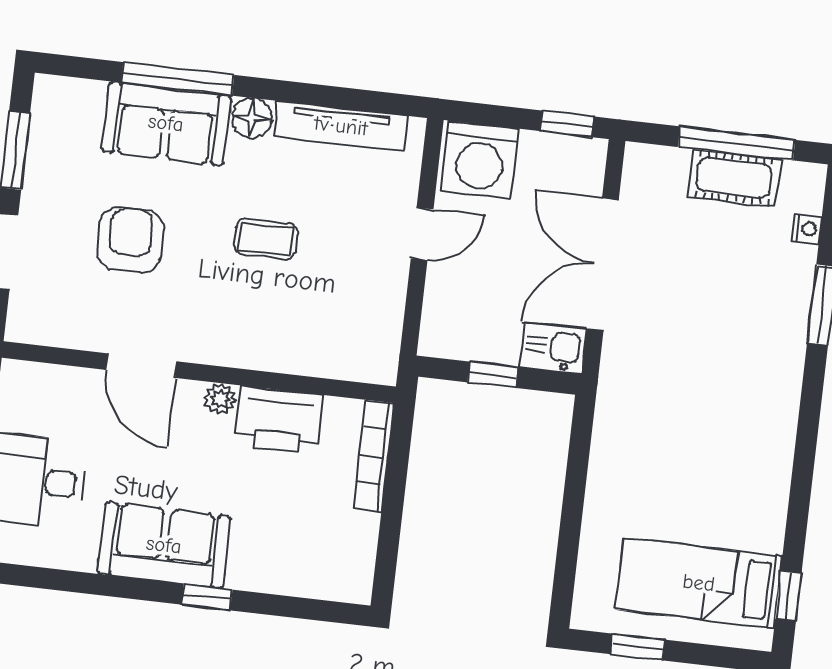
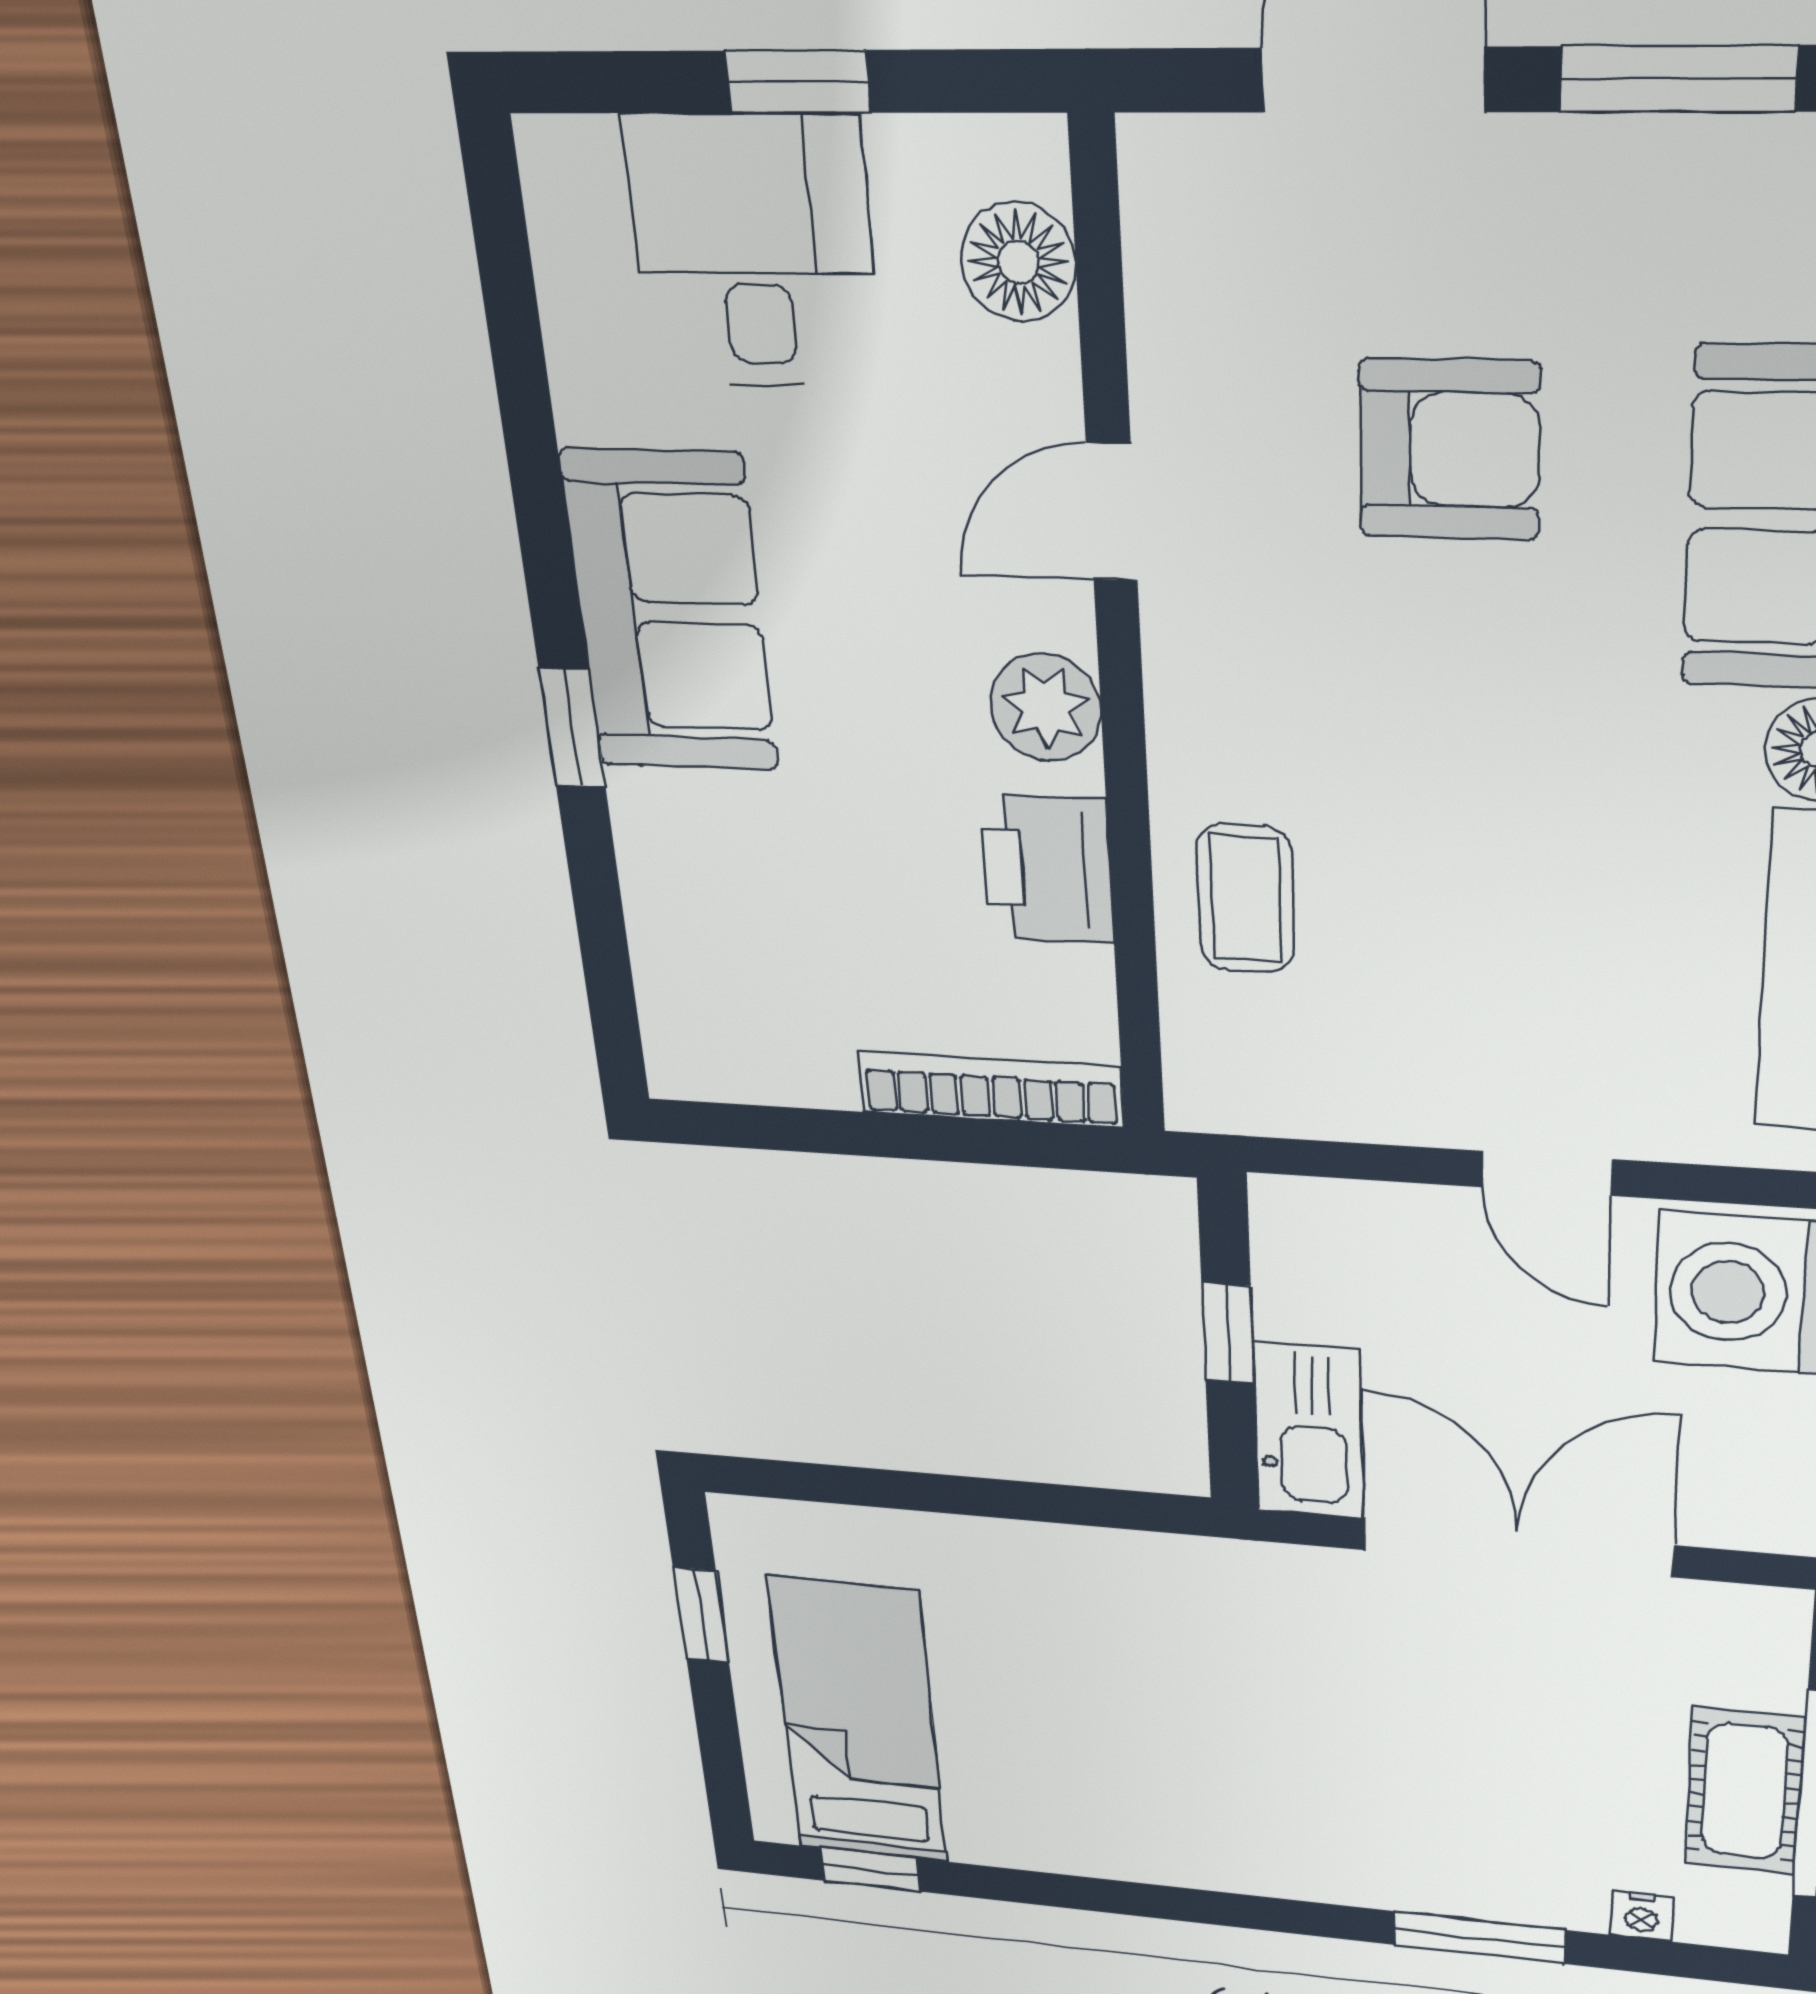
coffee table: (266, 239) -> (1245, 898), moved
kitchen sink: (553, 349) -> (1308, 1431), width x1.38
door: (141, 366) -> (1112, 512), width x0.73
floor lamp: (49, 384) -> (1018, 262), added
plant: (220, 399) -> (1045, 707), width x1.38, depth x1.38
printer: (279, 420) -> (1047, 869), width x0.73, depth x0.84

